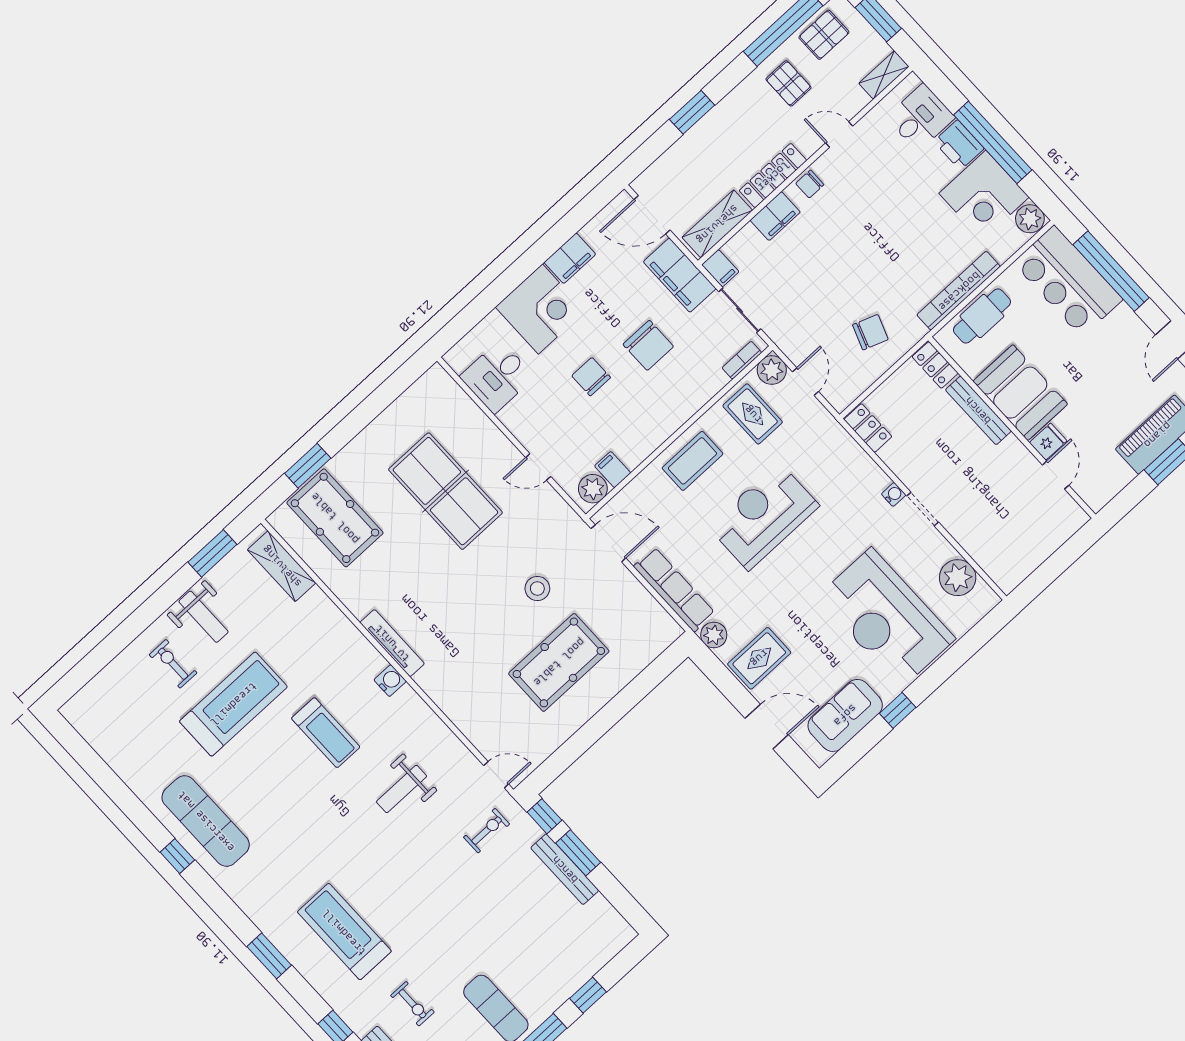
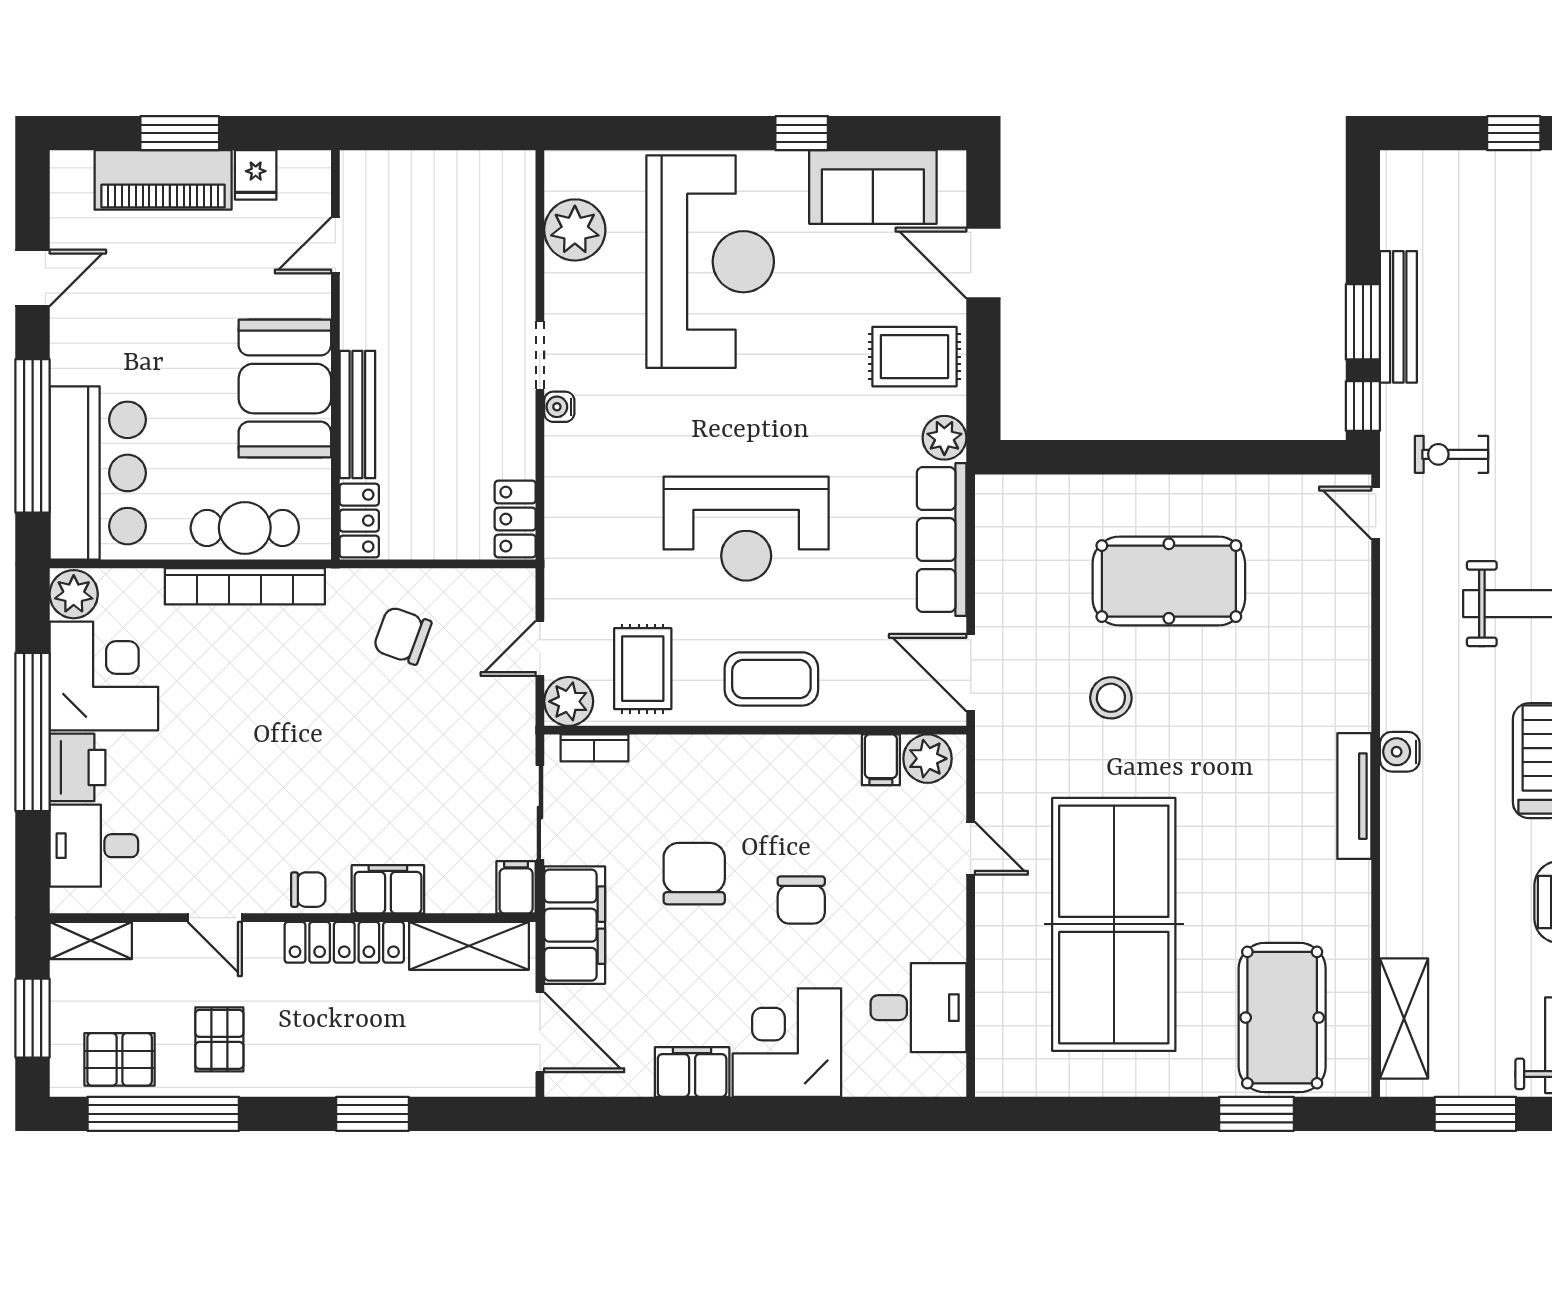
fridge: (1048, 442) -> (256, 175), moved, turned -90
table tennis table: (445, 491) -> (1114, 924), width x1.36, depth x1.32

